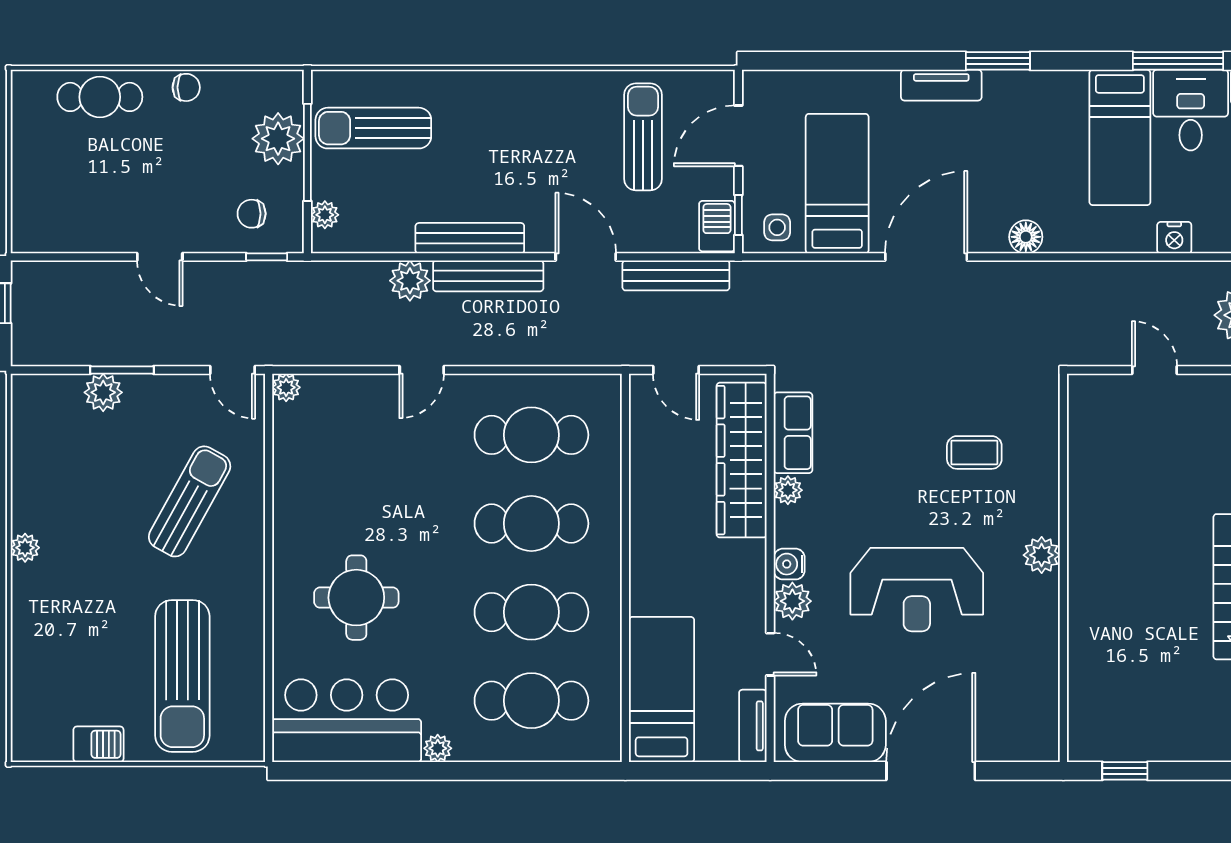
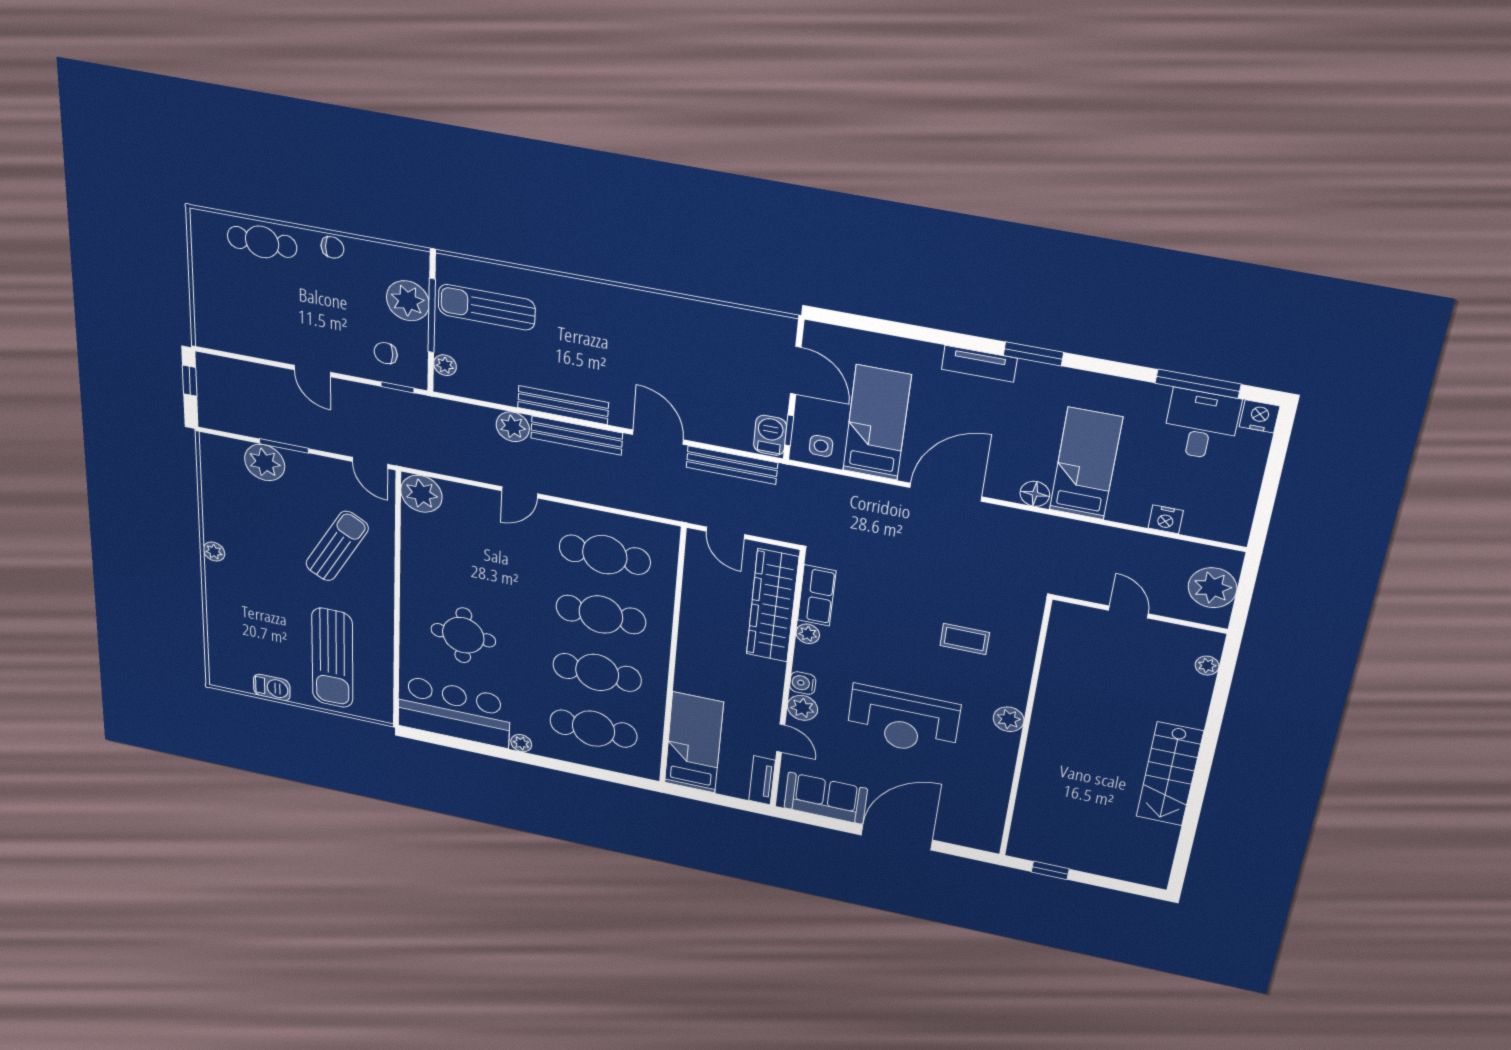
door: (738, 136) -> (796, 370), swing flipped
sun lounger: (643, 137) -> (714, 356), removed
bed: (1120, 137) -> (1086, 464), moved, turned 180
plant: (286, 387) -> (421, 494), width x1.88, depth x1.88
plant: (103, 392) -> (265, 462), width x1.36, depth x1.36

